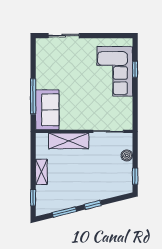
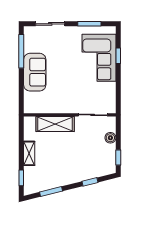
window: (105, 36) -> (89, 24), added
window: (33, 96) -> (21, 51), moved
sofa: (47, 110) -> (35, 72), moved
window: (93, 205) -> (90, 182), moved

